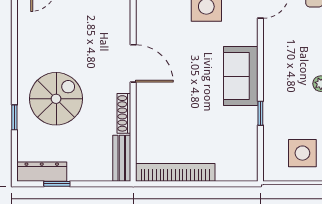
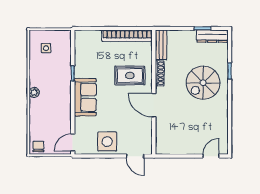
rug: (171, 110) -> (130, 75), added
side table: (302, 153) -> (46, 48), width x0.54, depth x0.54

